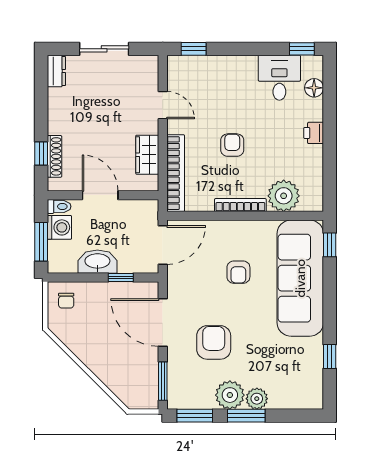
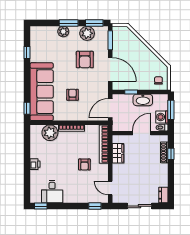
floor lamp: (314, 88) -> (35, 187), removed
door: (163, 105) -> (110, 188), moved
armchair: (232, 145) -> (84, 165), moved
door: (100, 195) -> (142, 133), swing flipped
plant: (230, 395) -> (87, 33), moved

